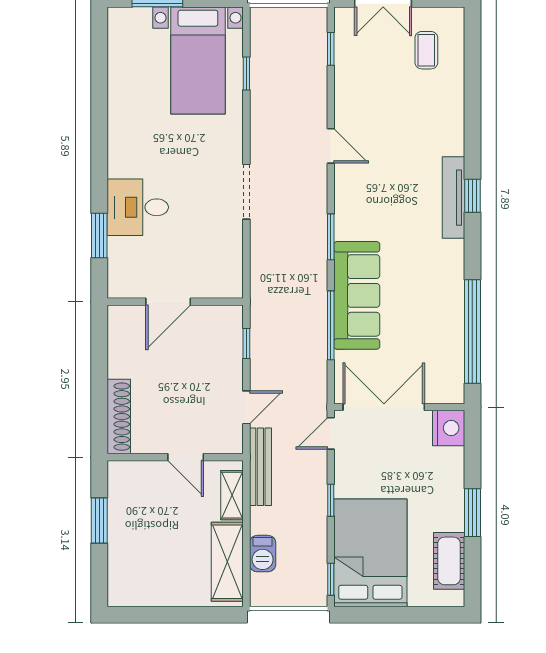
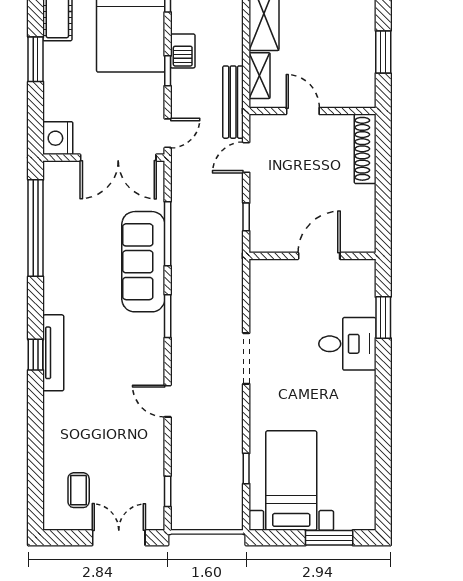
barbecue: (263, 554) -> (183, 51), moved, turned 180

